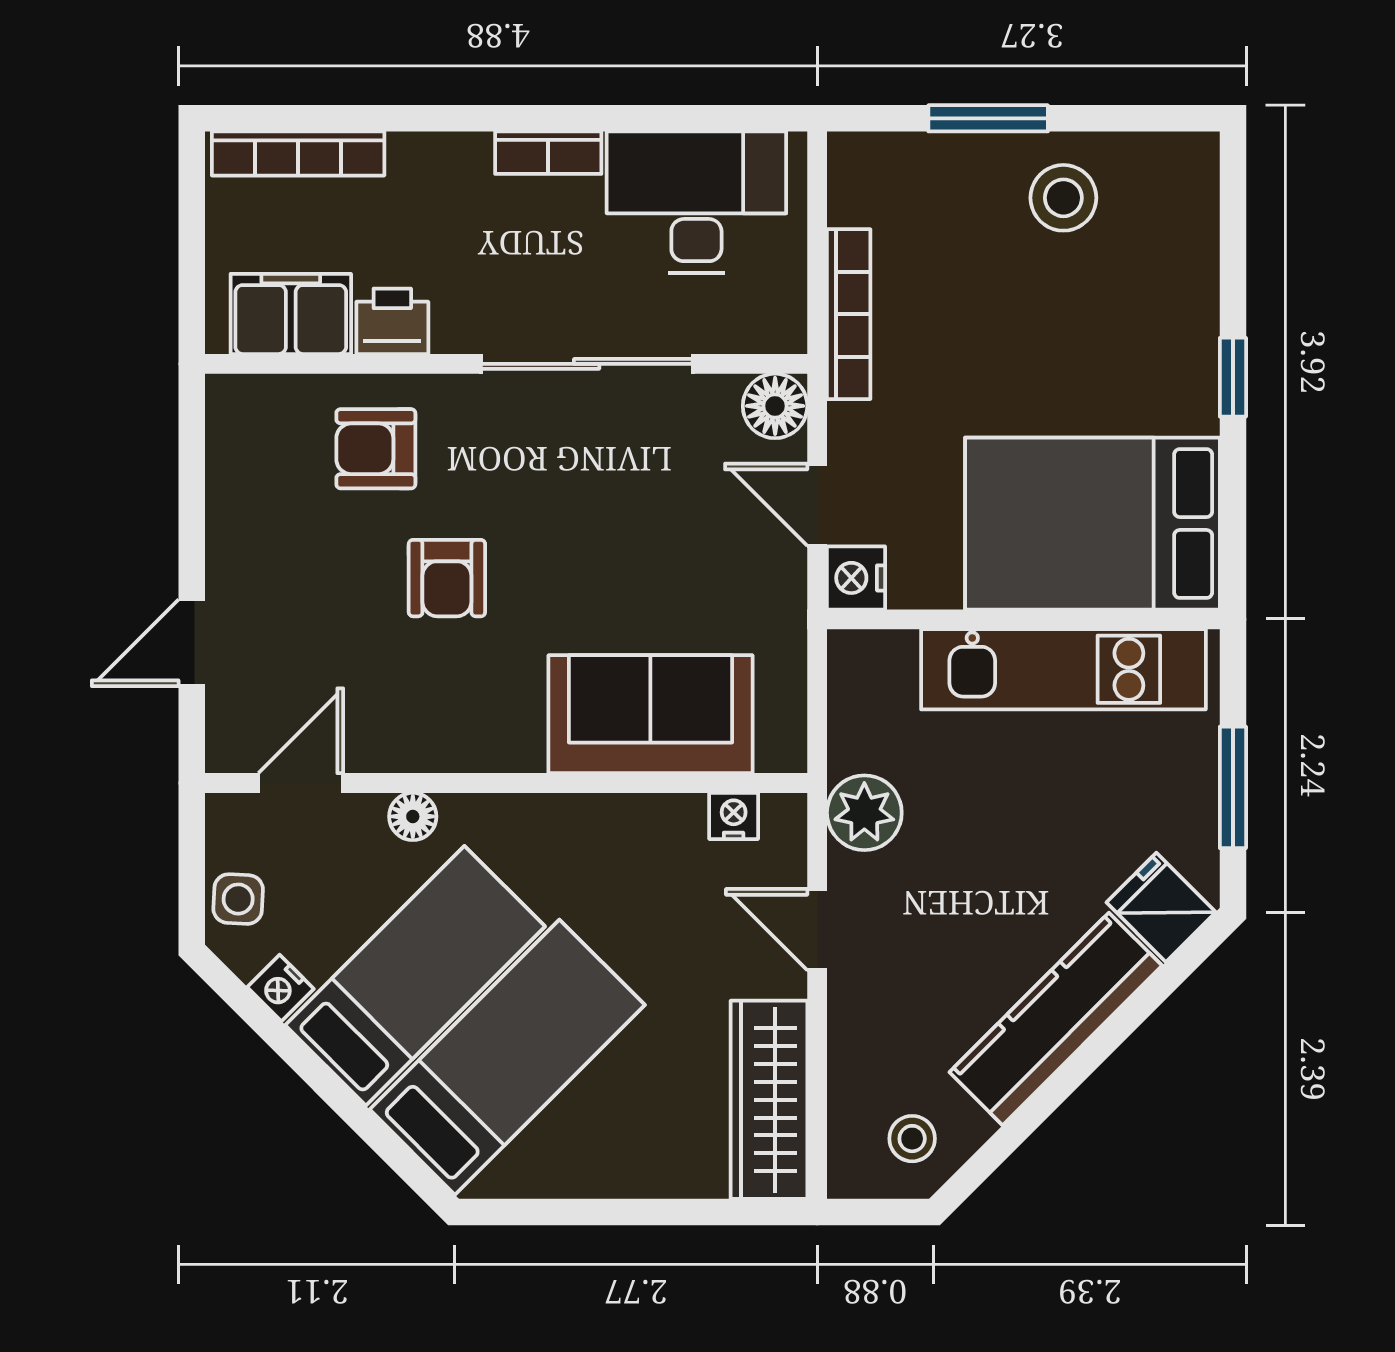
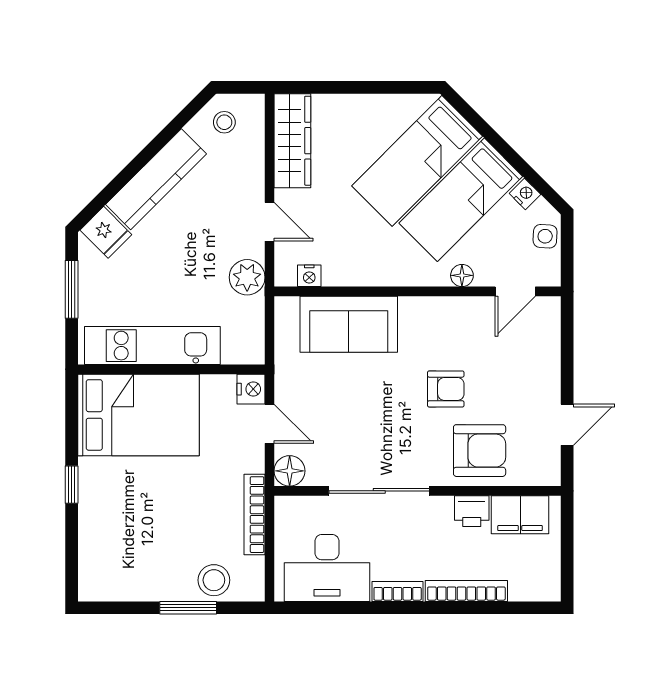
bookcase: (298, 154) -> (466, 591), moved
stool: (1063, 198) -> (214, 580), moved
armchair: (376, 449) -> (480, 451), width x1.38, depth x1.38
armchair: (447, 578) -> (446, 389), turned 90
door: (192, 643) -> (567, 425), moved

